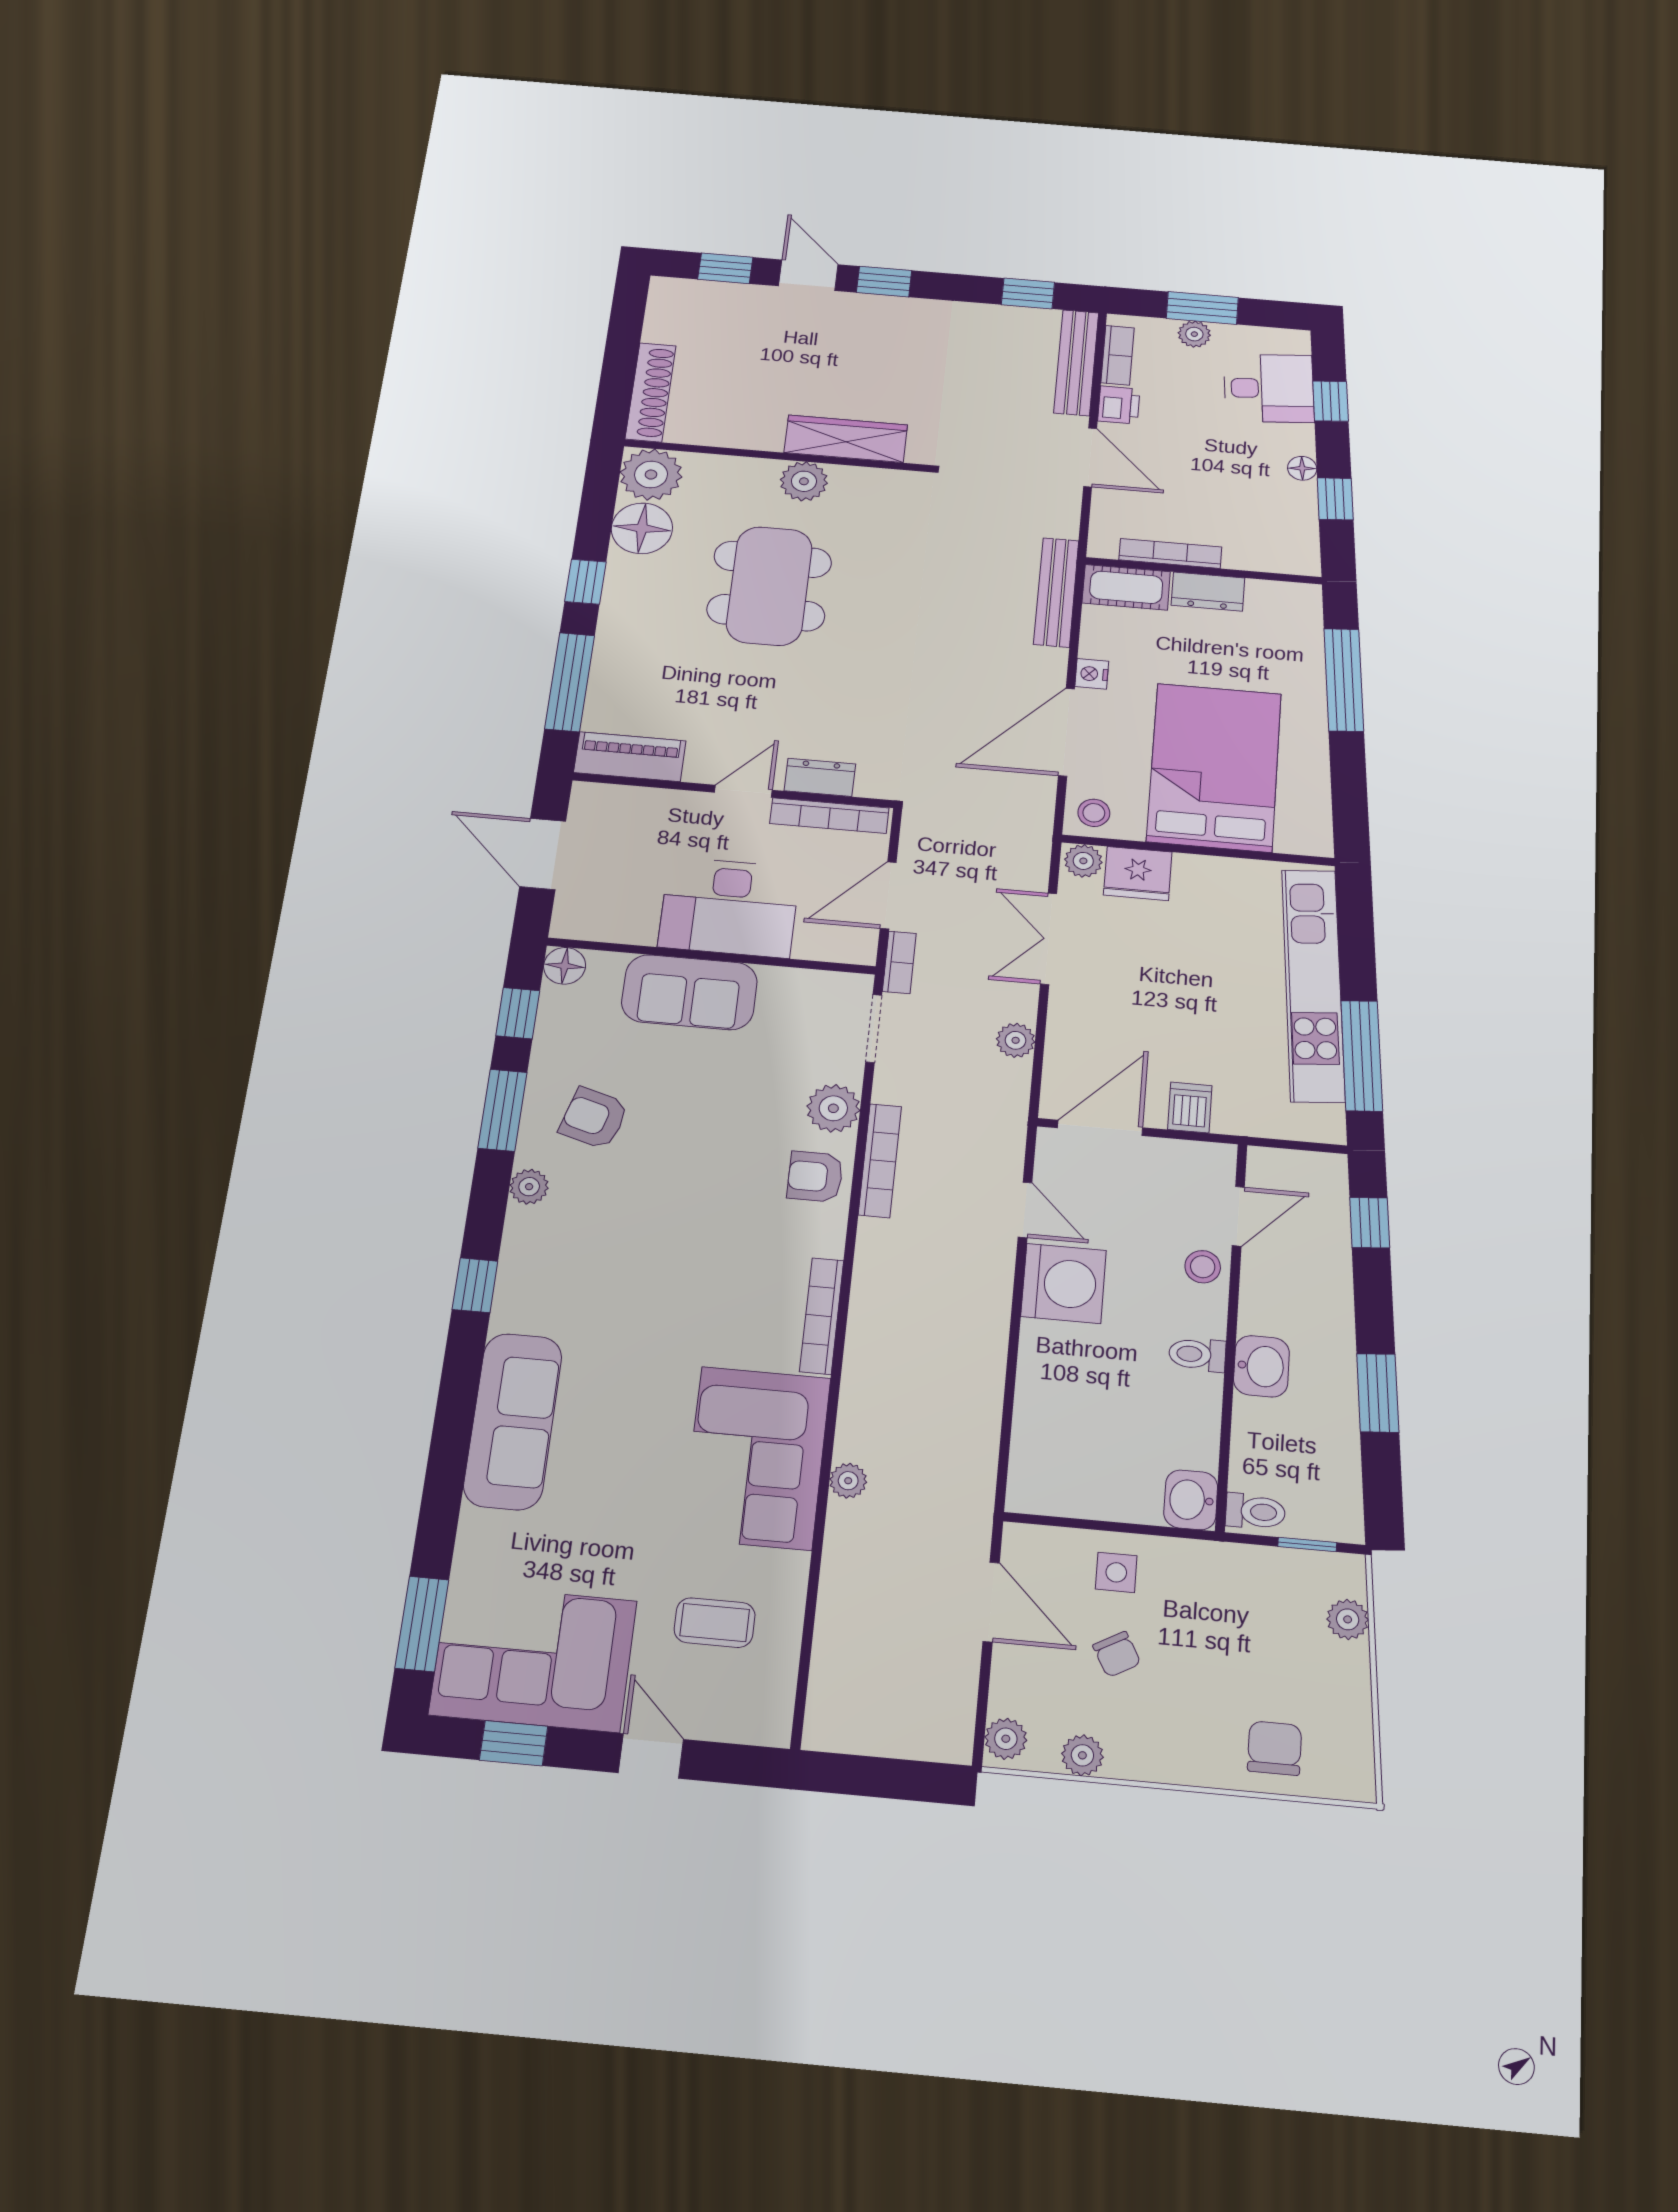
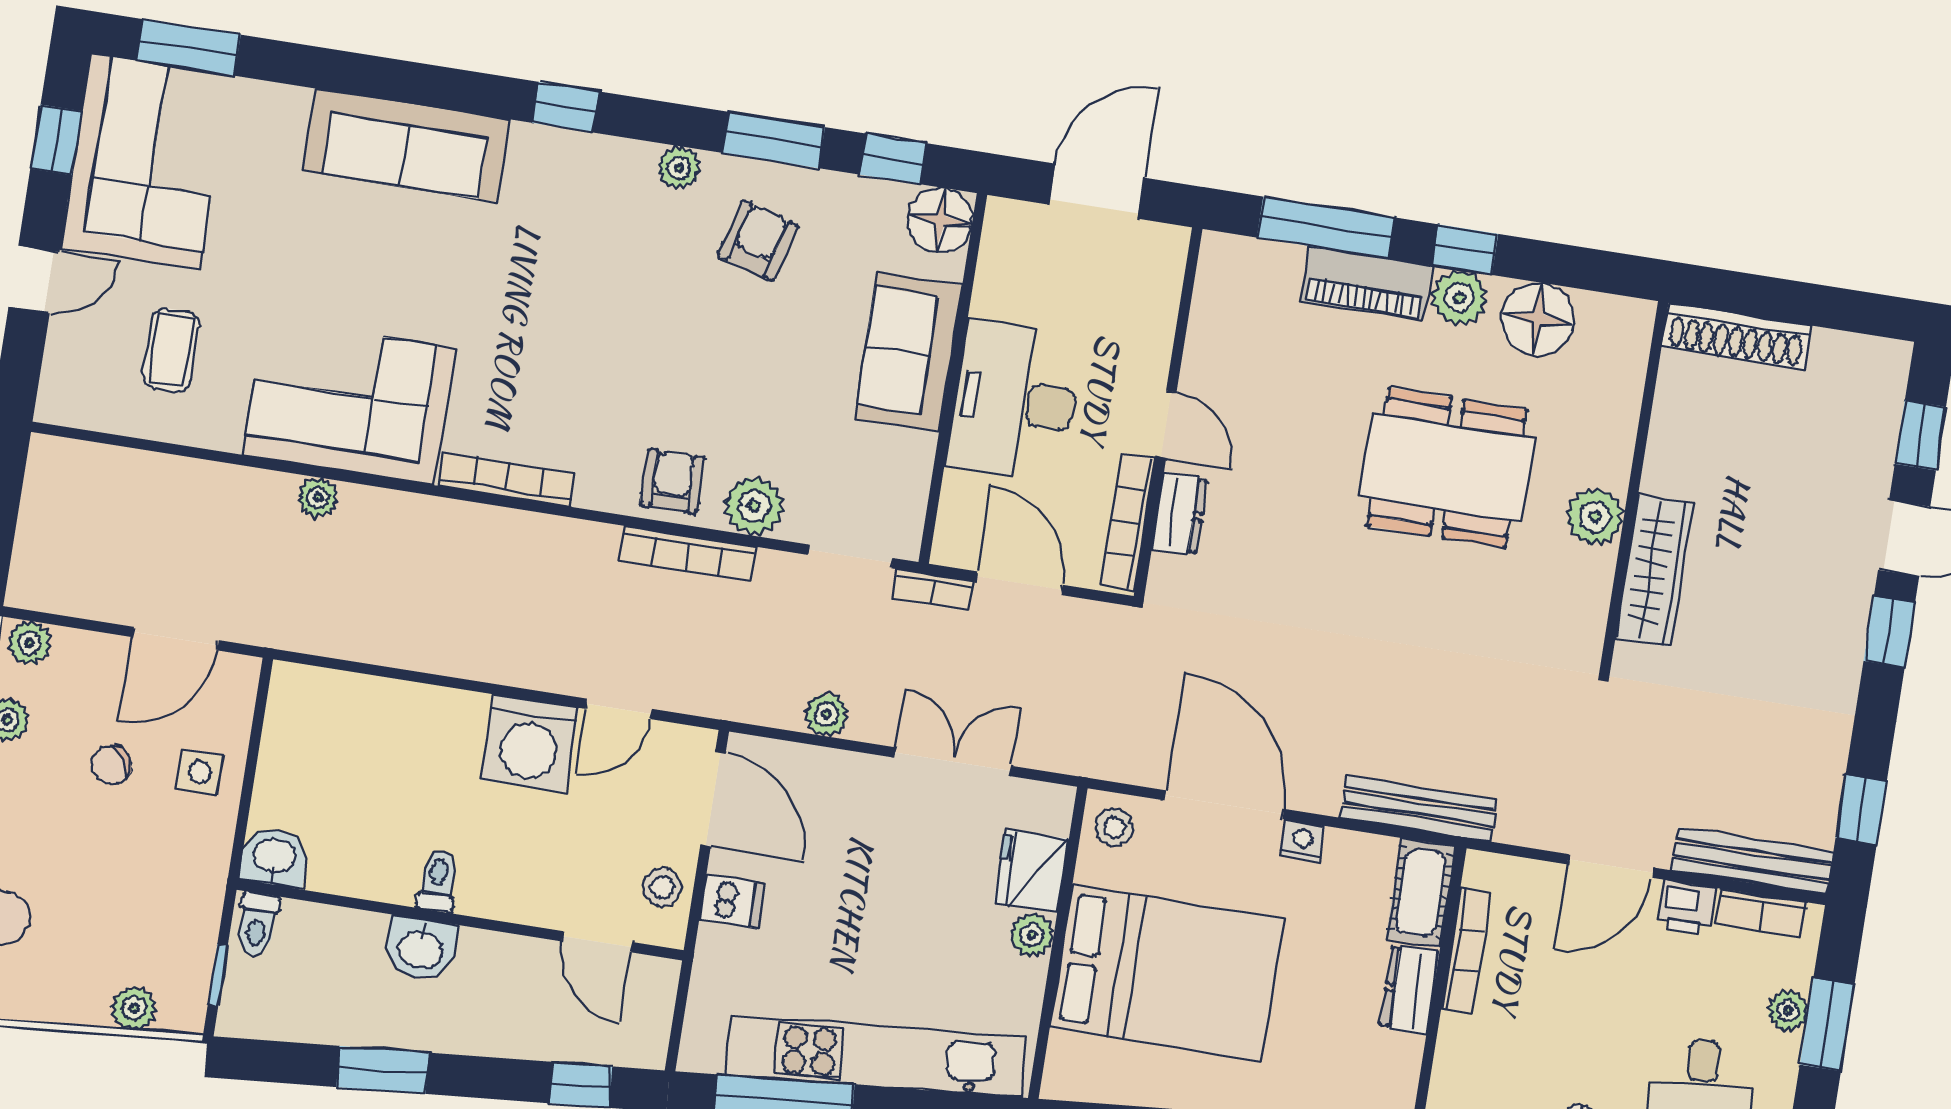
plant: (651, 475) -> (1459, 298), moved, width x0.73, depth x0.73
piano: (630, 757) -> (1366, 283), moved, turned 90
plant: (1083, 861) -> (1032, 935), moved
floor lamp: (565, 966) -> (940, 220), width x1.38, depth x1.38
stool: (1203, 1267) -> (662, 887), moved

